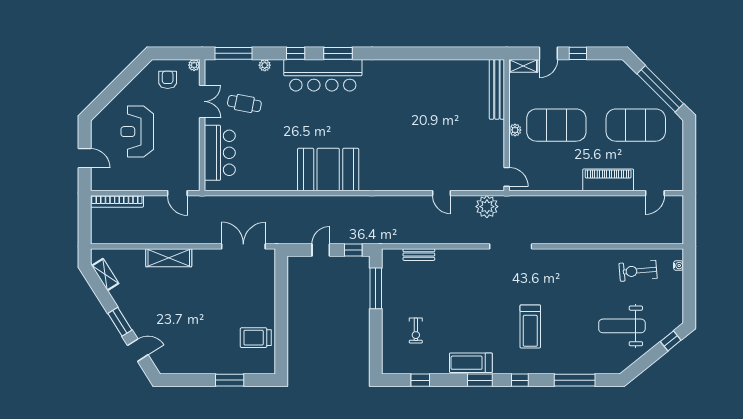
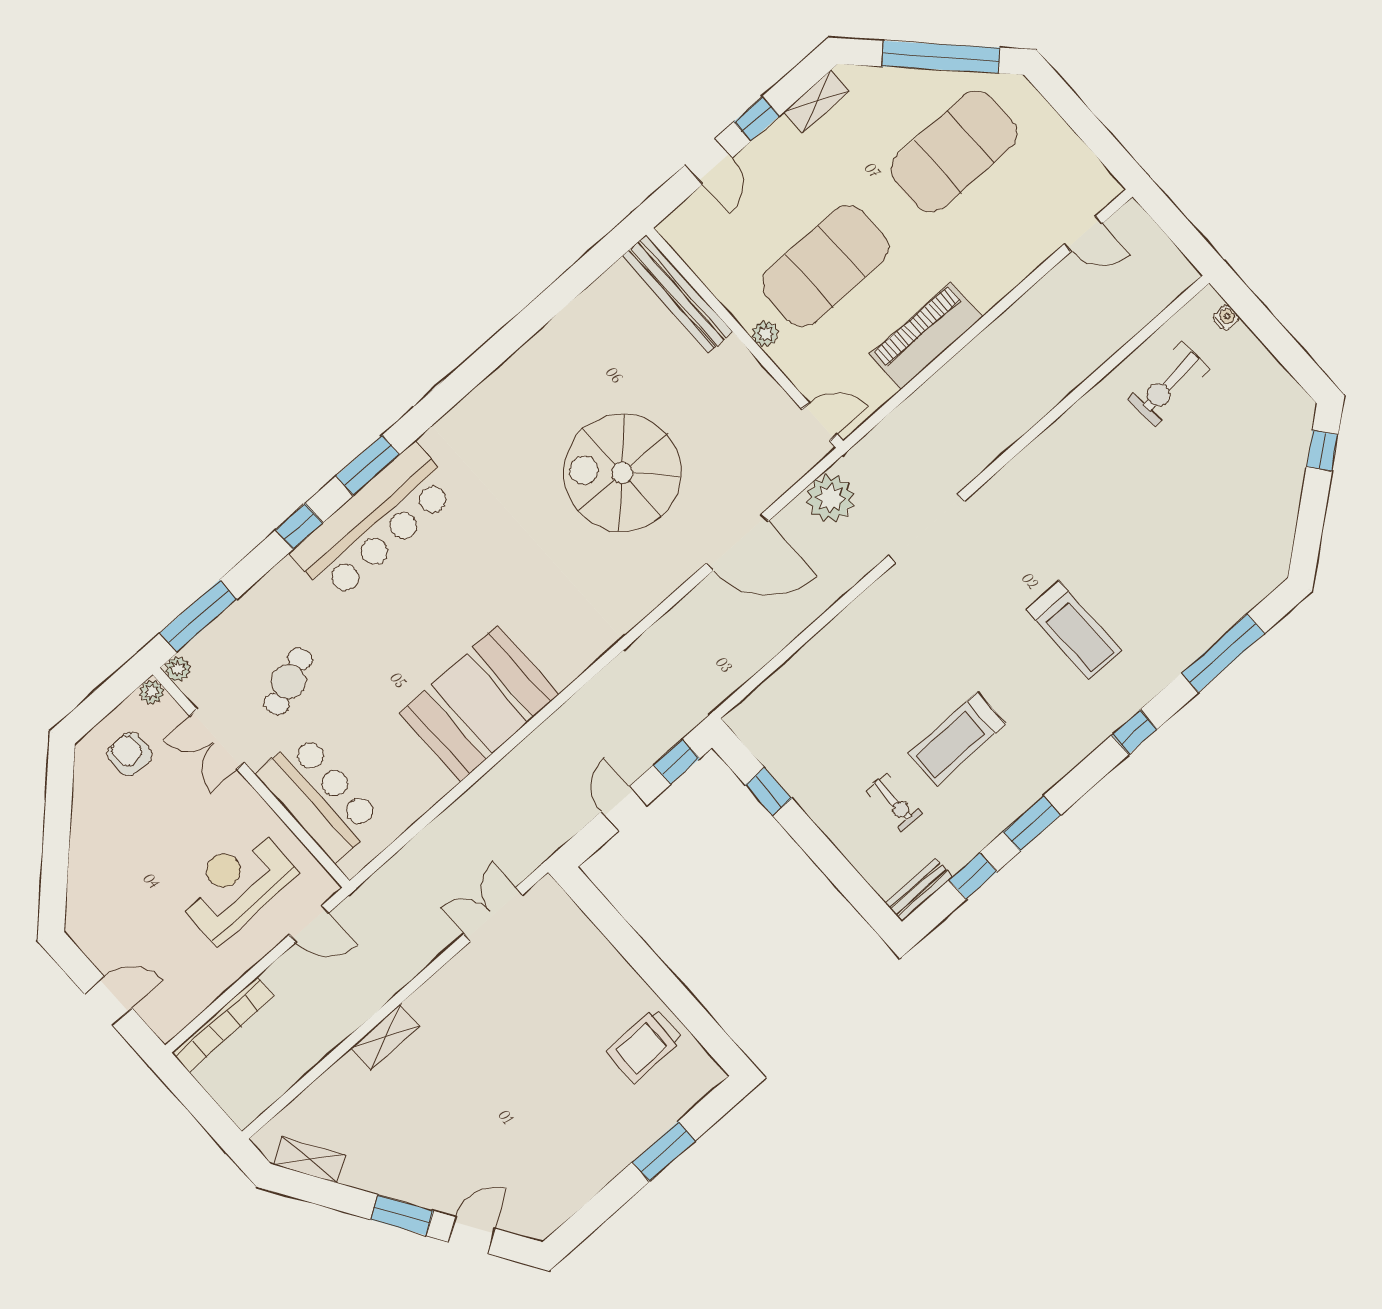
plant: (265, 65) -> (178, 669), moved
shelving: (523, 66) -> (817, 101), moved
double door: (202, 101) -> (217, 739), swing flipped
cafe table: (244, 103) -> (288, 682), turned -32
reception desk: (137, 132) -> (236, 884), moved, turned 90
spiral stairs: (423, 134) -> (622, 473), added
booth: (328, 170) -> (479, 704), moved
piano: (608, 180) -> (926, 336), moved
door: (441, 193) -> (737, 542), width x1.88
door: (655, 193) -> (1083, 234), hinge flipped
double door: (243, 246) -> (493, 914), width x0.73
bench: (419, 255) -> (919, 890), moved
shelving: (169, 258) -> (385, 1037), width x0.67, depth x0.75
window: (376, 288) -> (768, 791), width x0.46
weight bench: (622, 326) -> (1222, 497), removed
treadmill: (471, 363) -> (957, 739), moved
window: (480, 380) -> (1032, 823), moved

